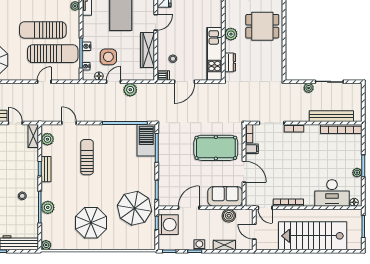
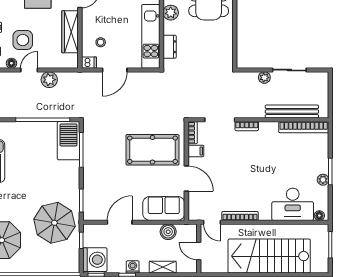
washing machine: (168, 225) -> (95, 260), moved

